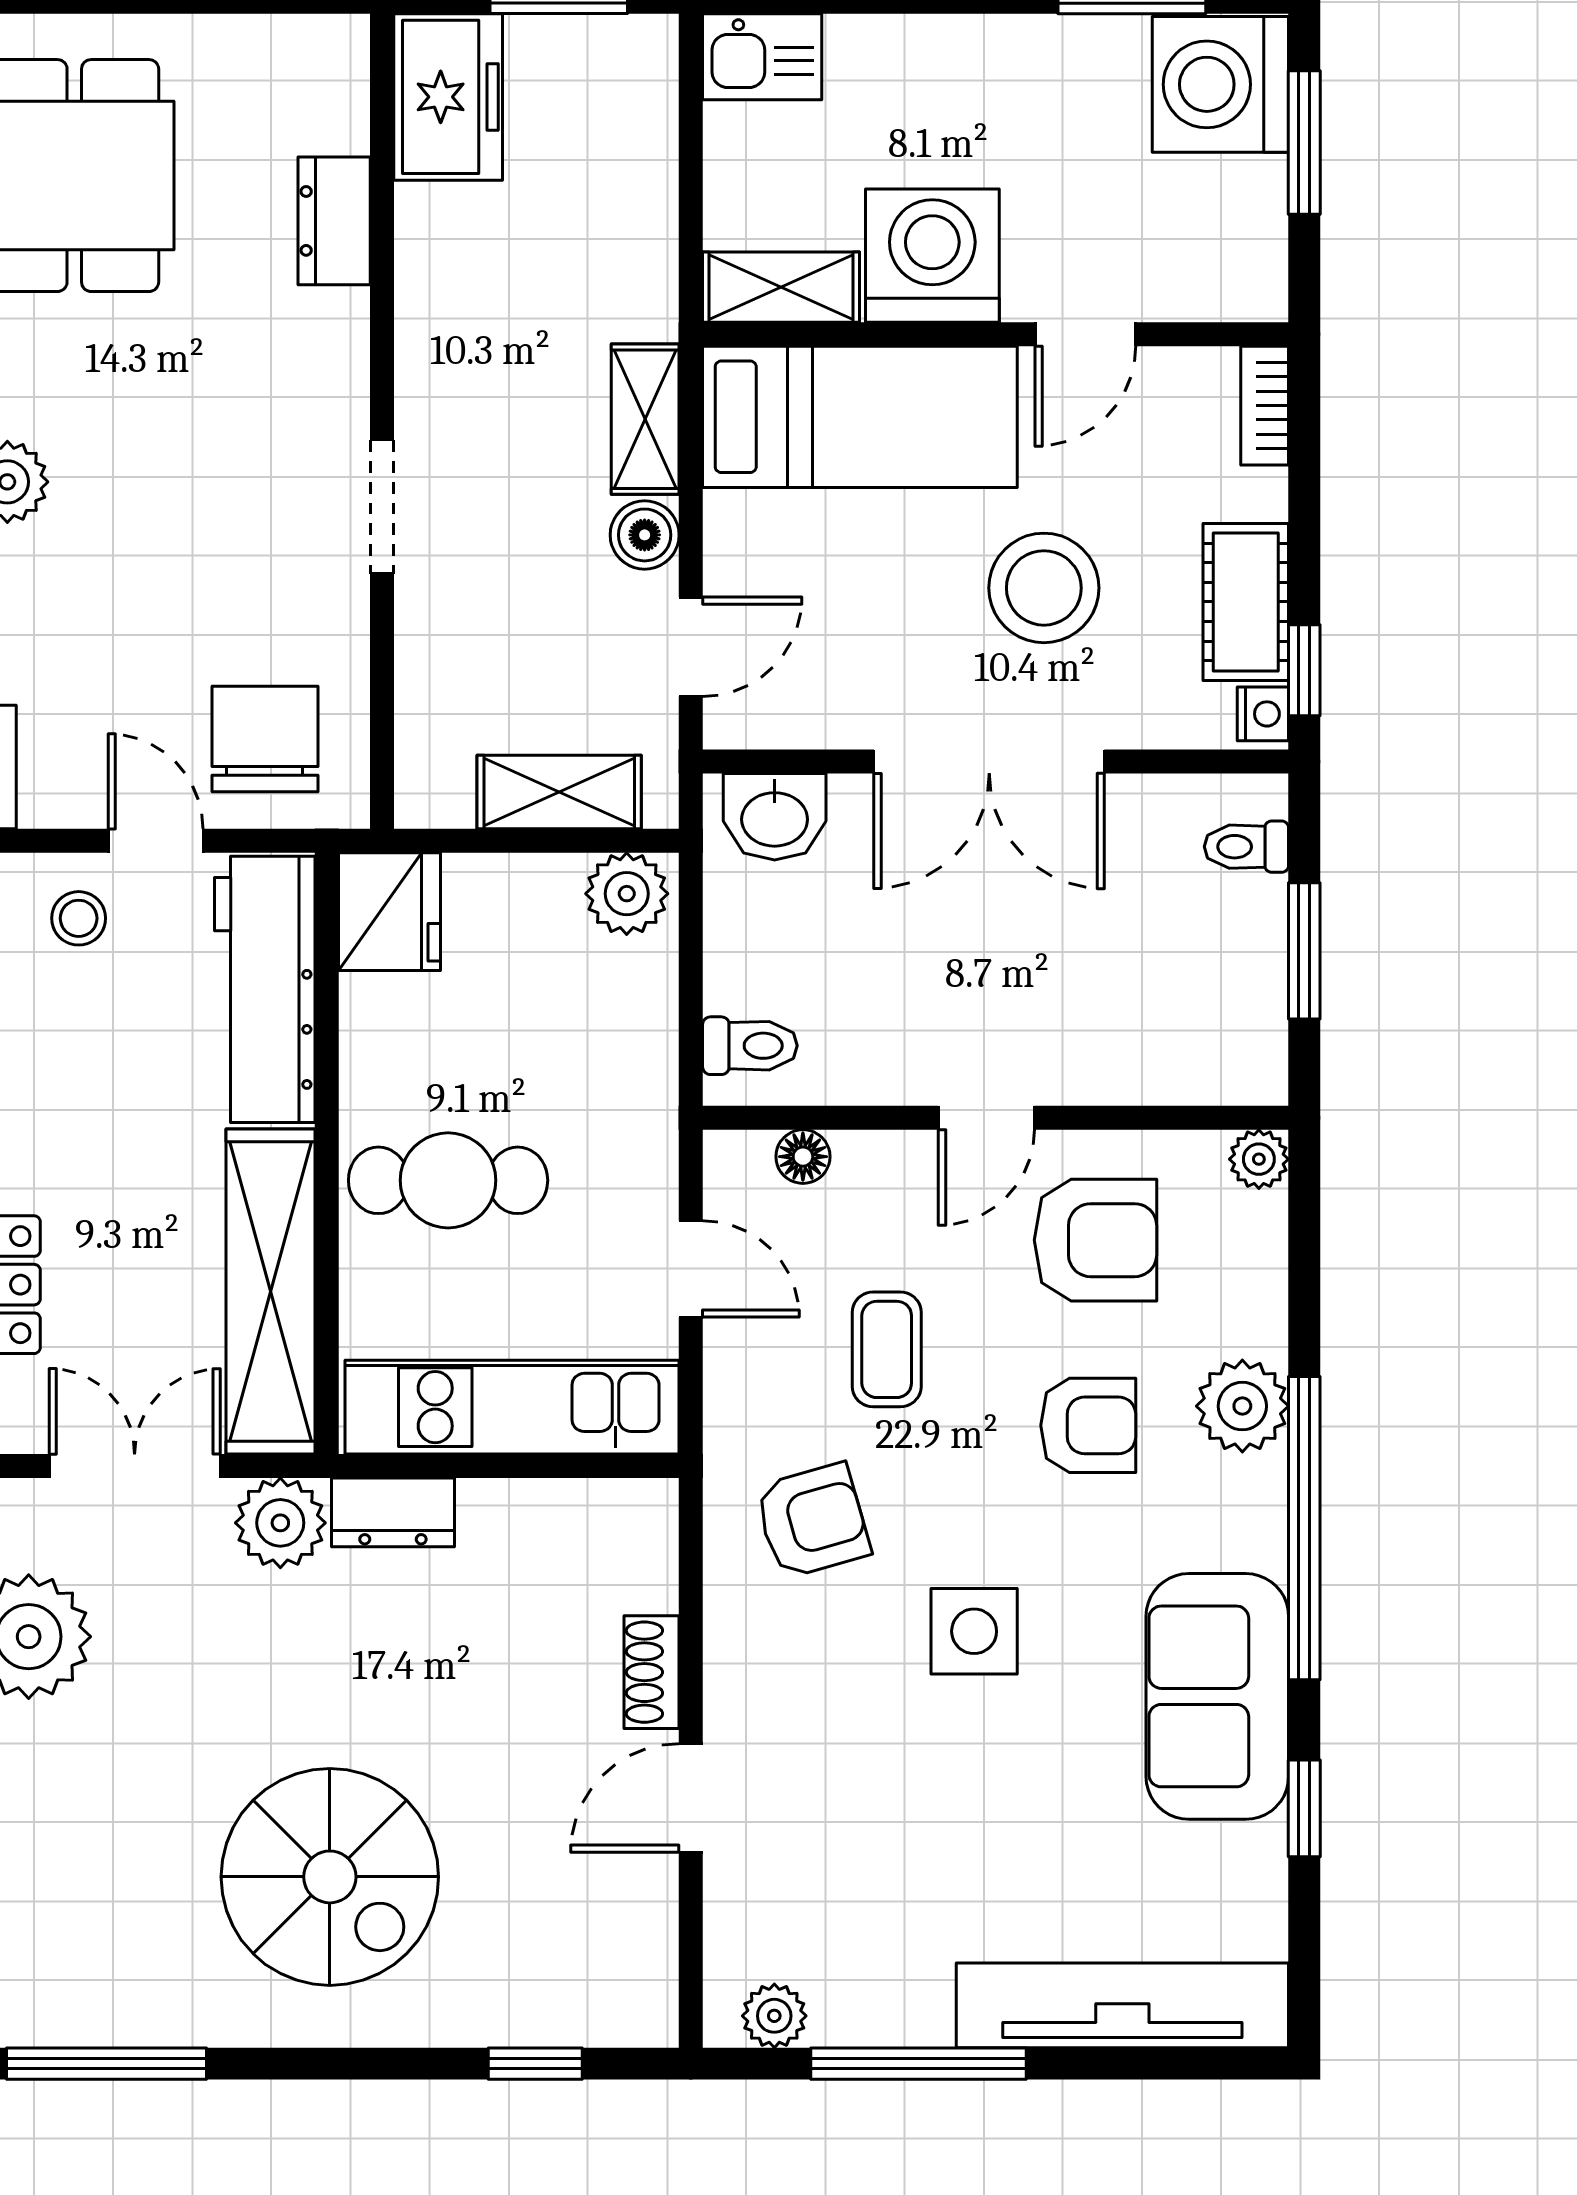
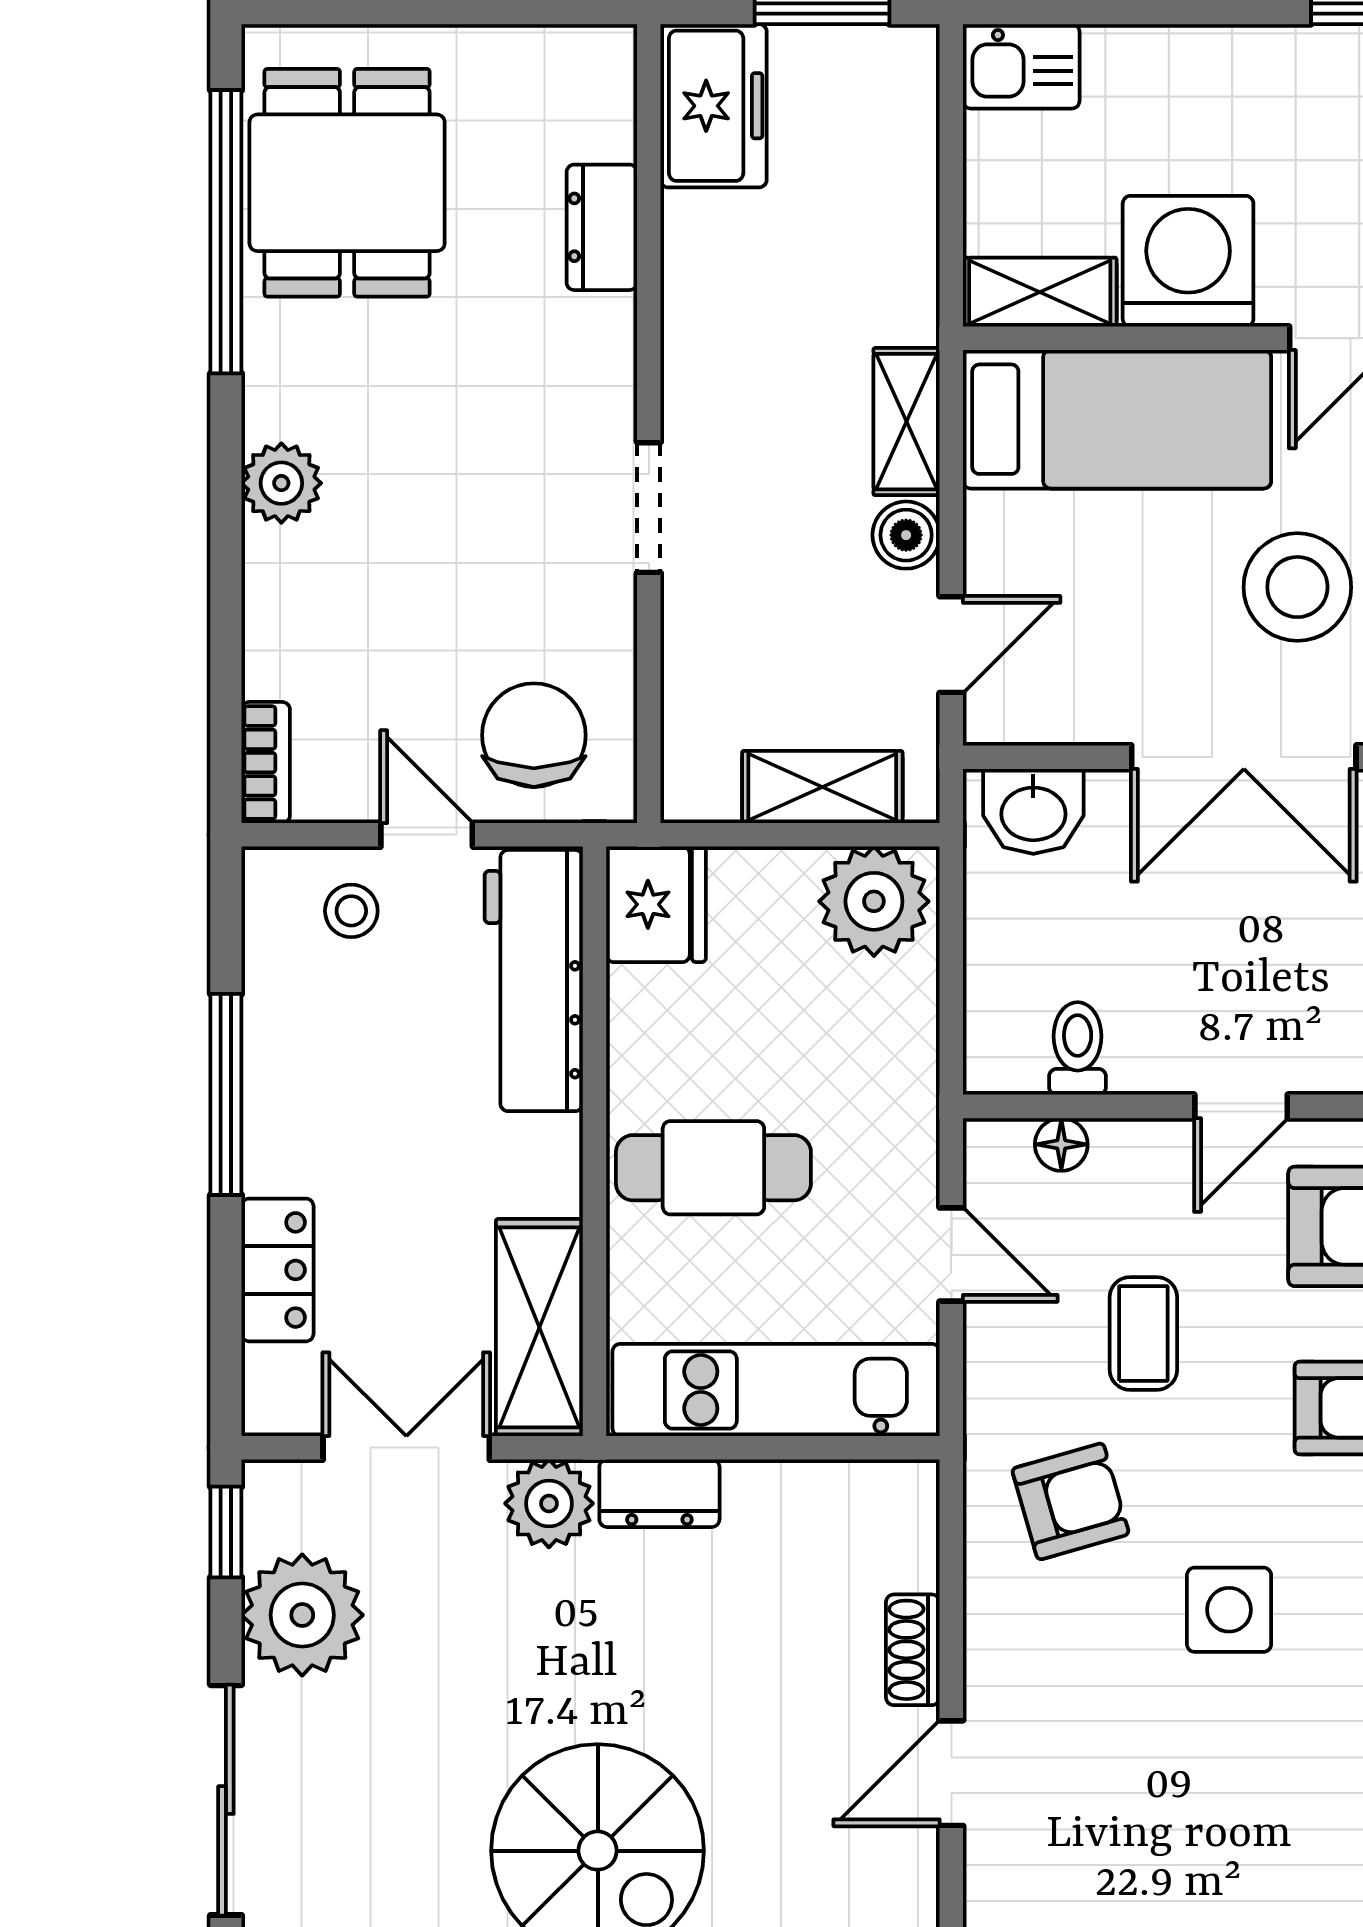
plant: (627, 894) -> (874, 901), width x1.36, depth x1.36
toilet: (750, 1046) -> (1078, 1048), moved, turned -90
shelving: (270, 1292) -> (539, 1327), width x0.68

